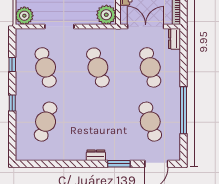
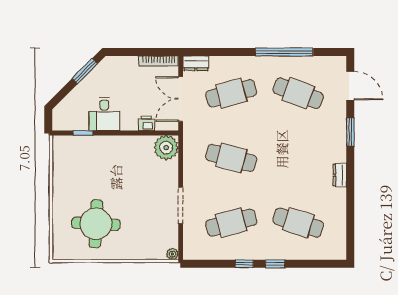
plant: (24, 16) -> (172, 254), width x0.53, depth x0.53
window: (12, 65) -> (244, 264), moved
cafe table: (98, 67) -> (231, 158), turned 33
cafe table: (150, 122) -> (298, 93), turned 39
dresser: (96, 155) -> (340, 175), moved

